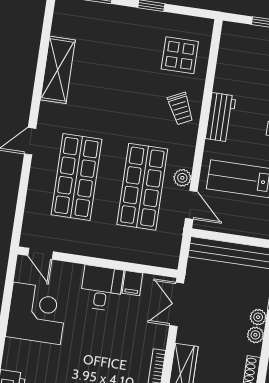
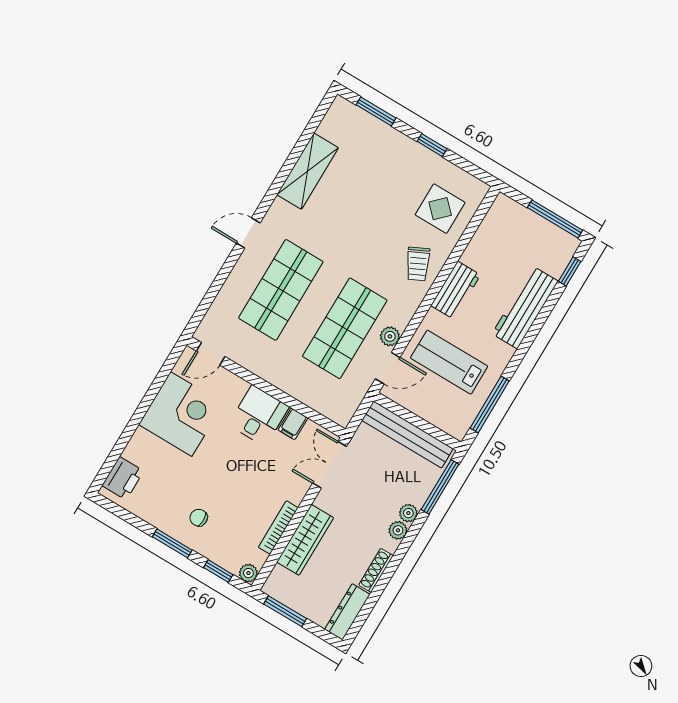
door: (191, 205) -> (388, 368), hinge flipped
door: (40, 254) -> (211, 354), hinge flipped

